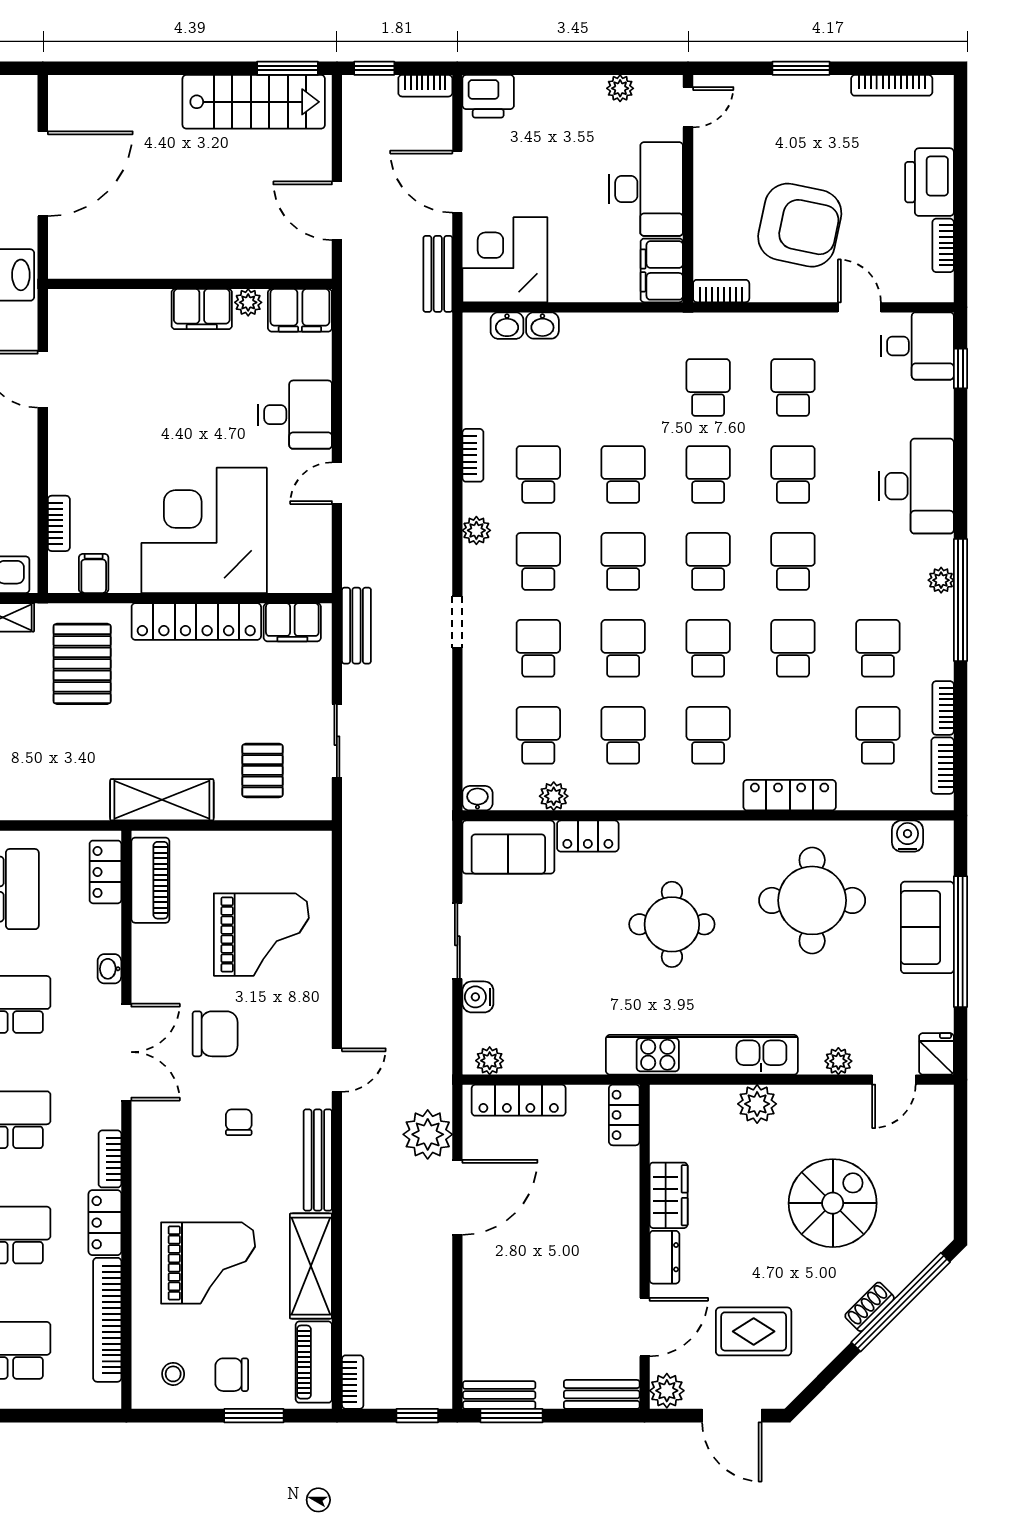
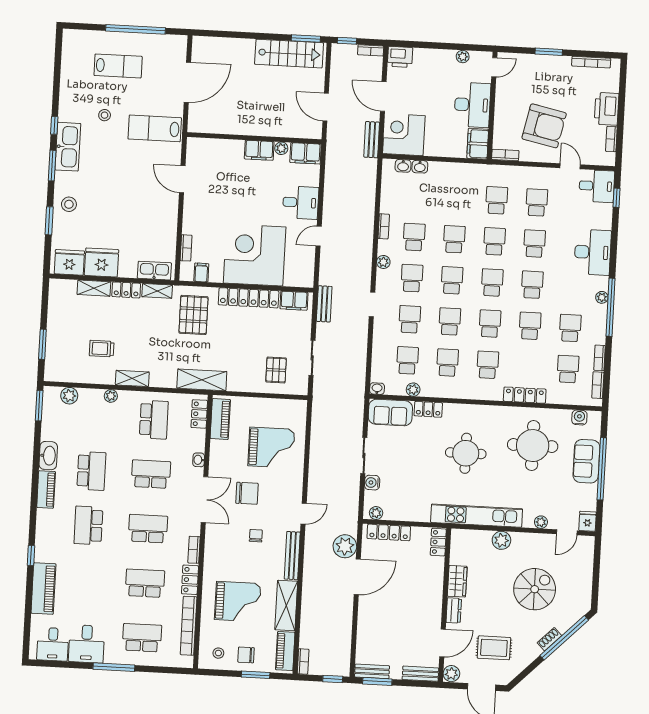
shelving: (162, 800) -> (202, 380), moved

